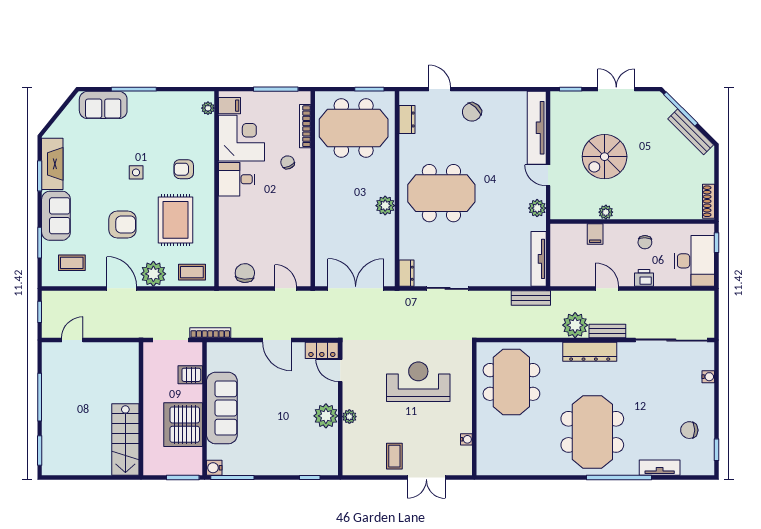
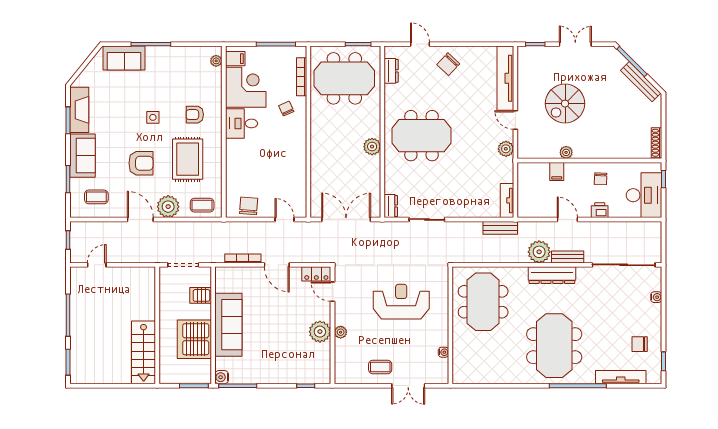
tv unit: (539, 259) -> (507, 200), width x0.71
bookcase: (210, 333) -> (243, 258), moved
coffee table: (394, 456) -> (380, 367), turned 90
tv unit: (660, 468) -> (621, 377), width x1.41

